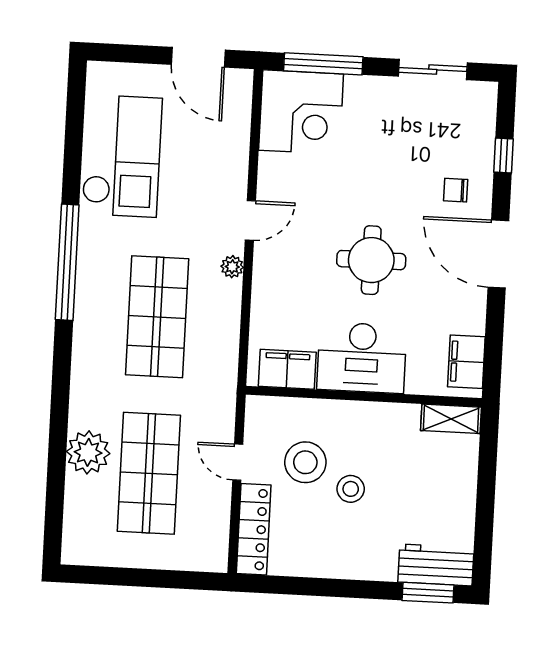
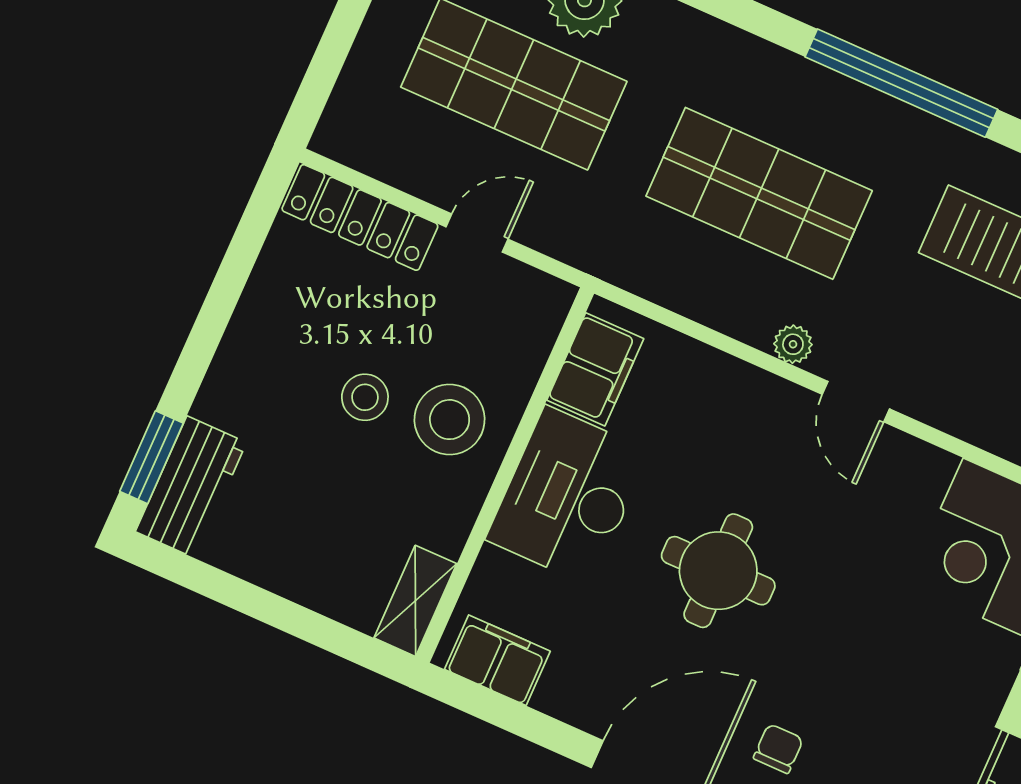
stool: (305, 462) -> (450, 420), moved

